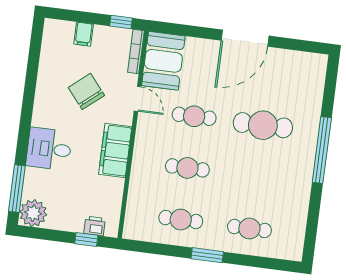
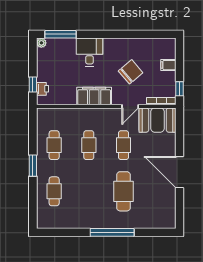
plant: (33, 213) -> (41, 43), width x0.53, depth x0.53

